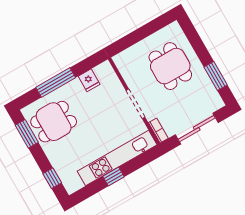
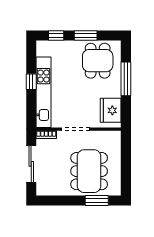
dining table: (170, 66) -> (89, 171), width x1.37
window: (216, 76) -> (97, 200), moved
fridge: (89, 80) -> (111, 110), width x1.88, depth x1.34
window: (27, 134) -> (86, 36), moved

